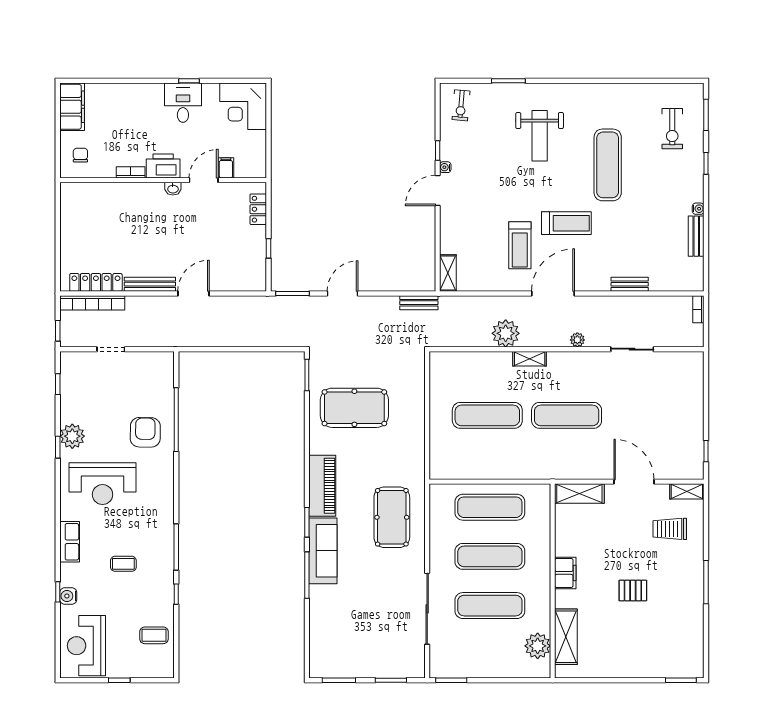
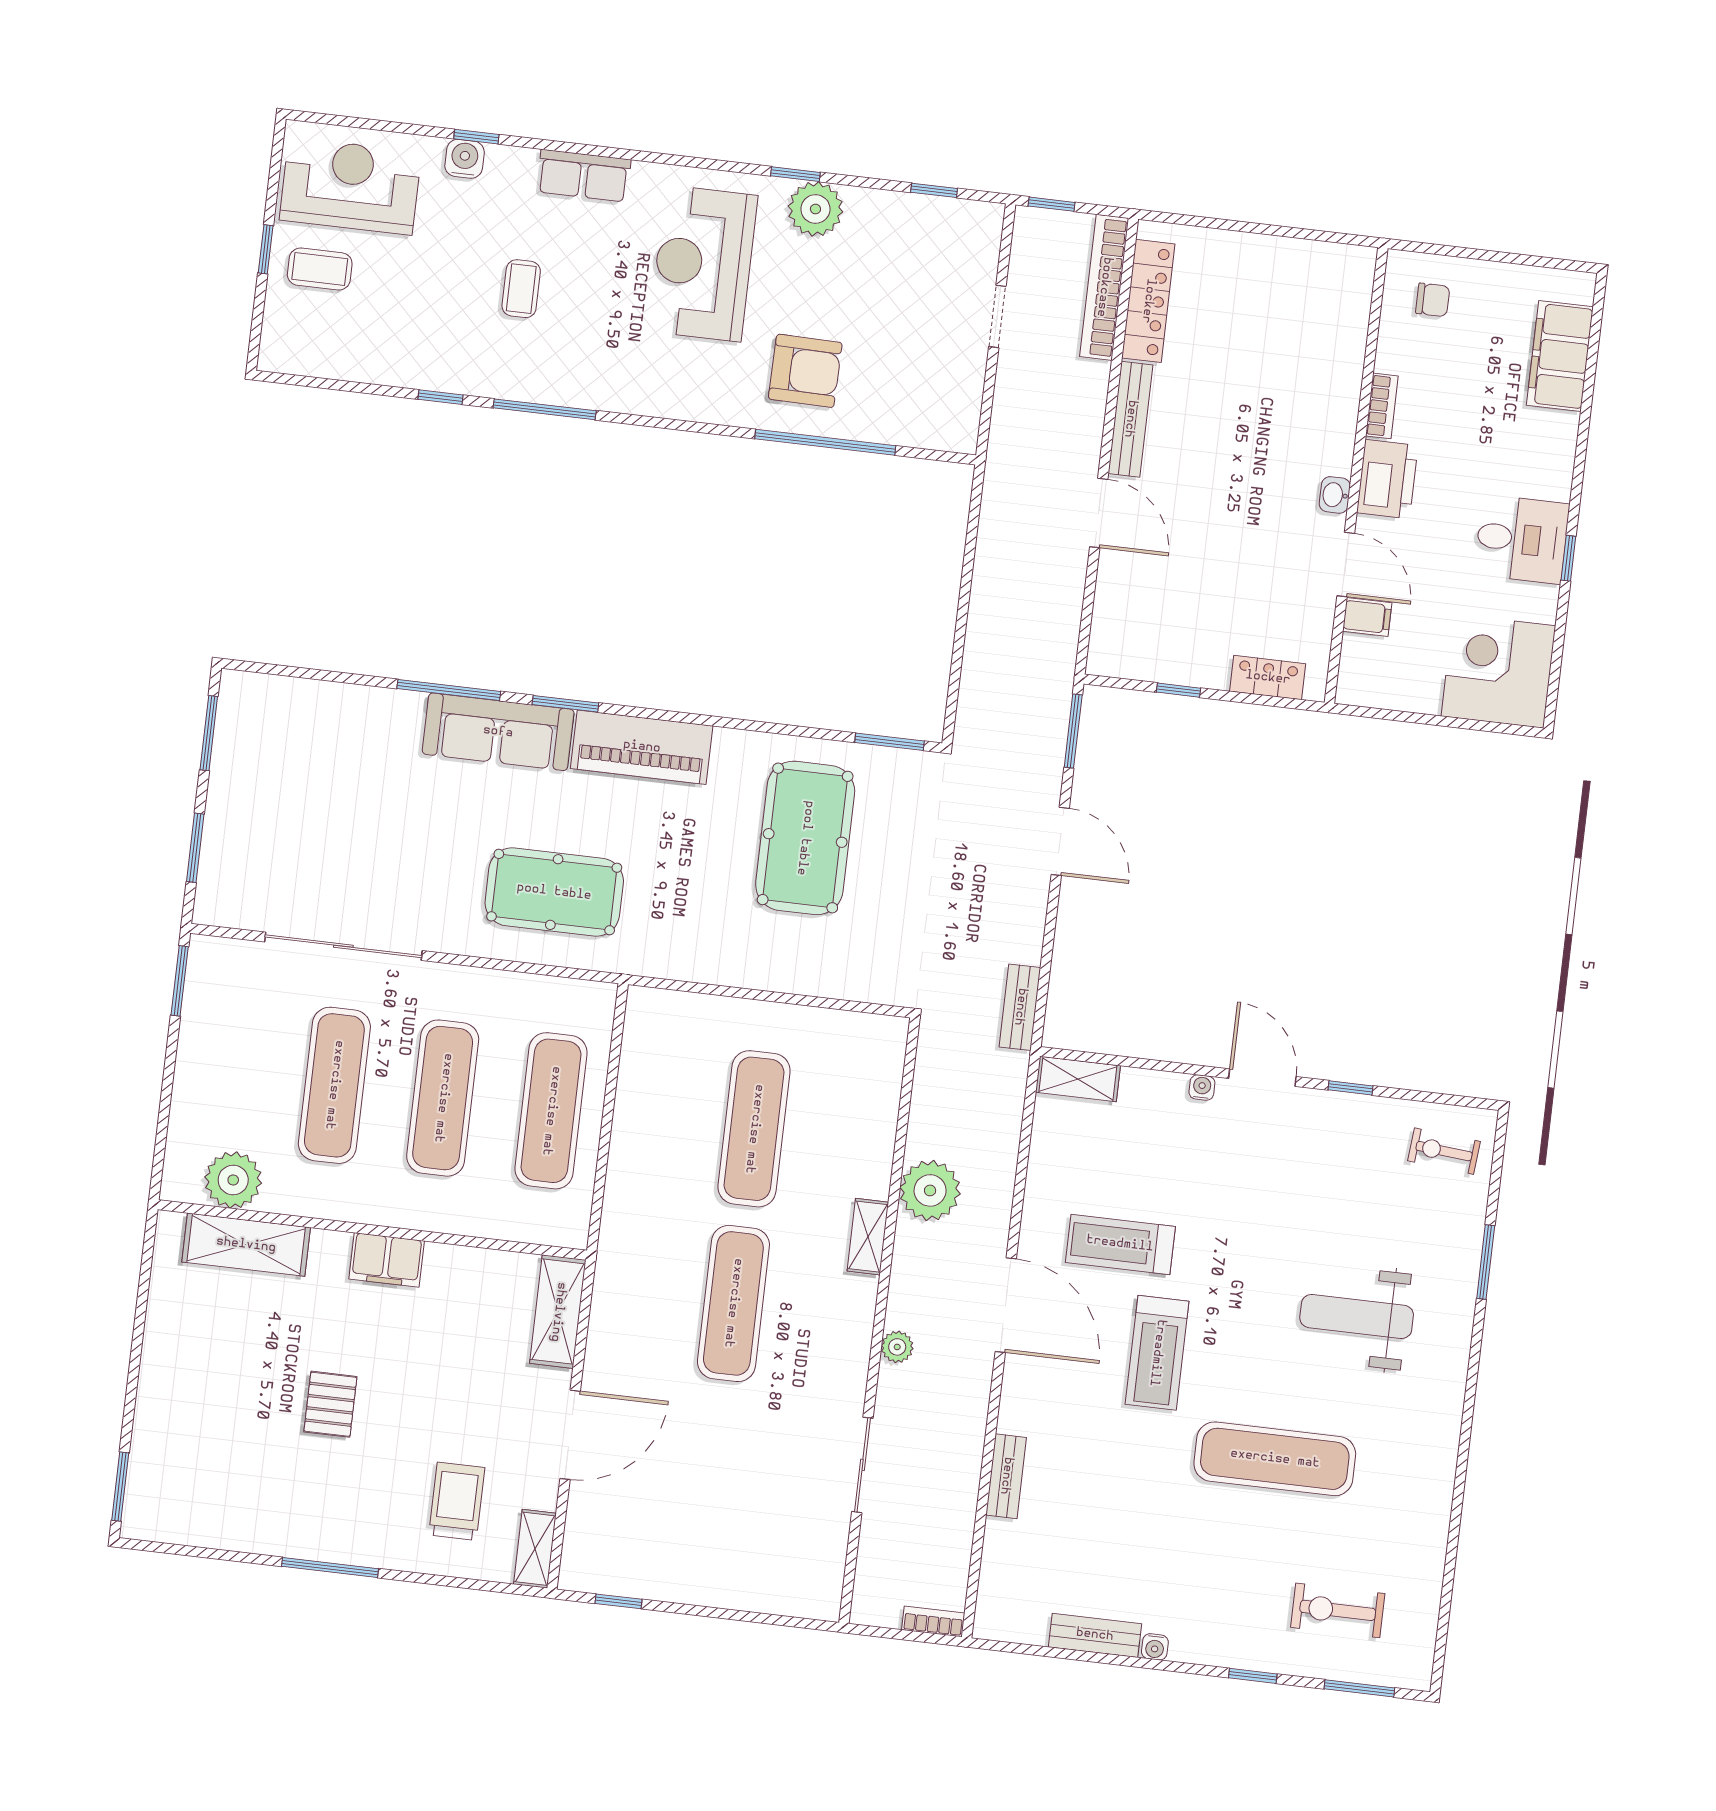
filing cabinet: (72, 107) -> (1560, 356), moved, turned 90
water cooler: (445, 167) -> (1202, 1088), moved
coffee table: (154, 635) -> (320, 269), moved, turned 90

